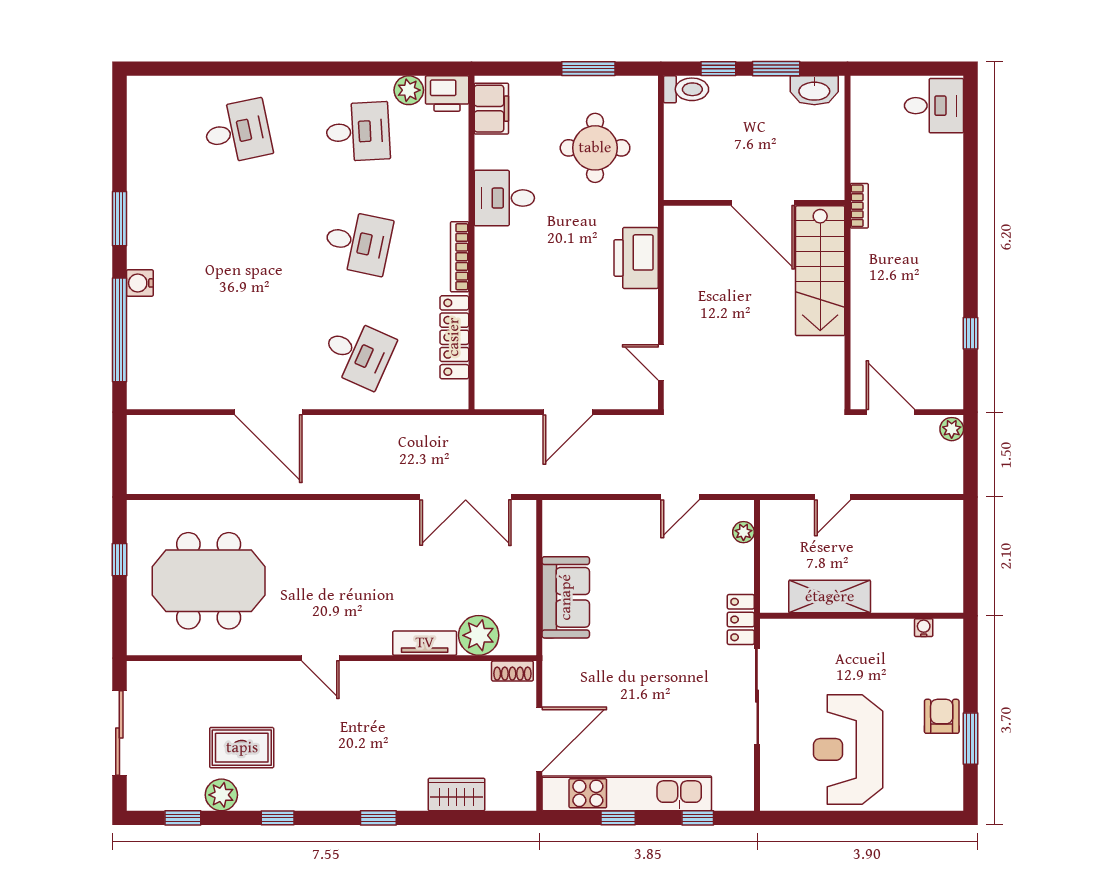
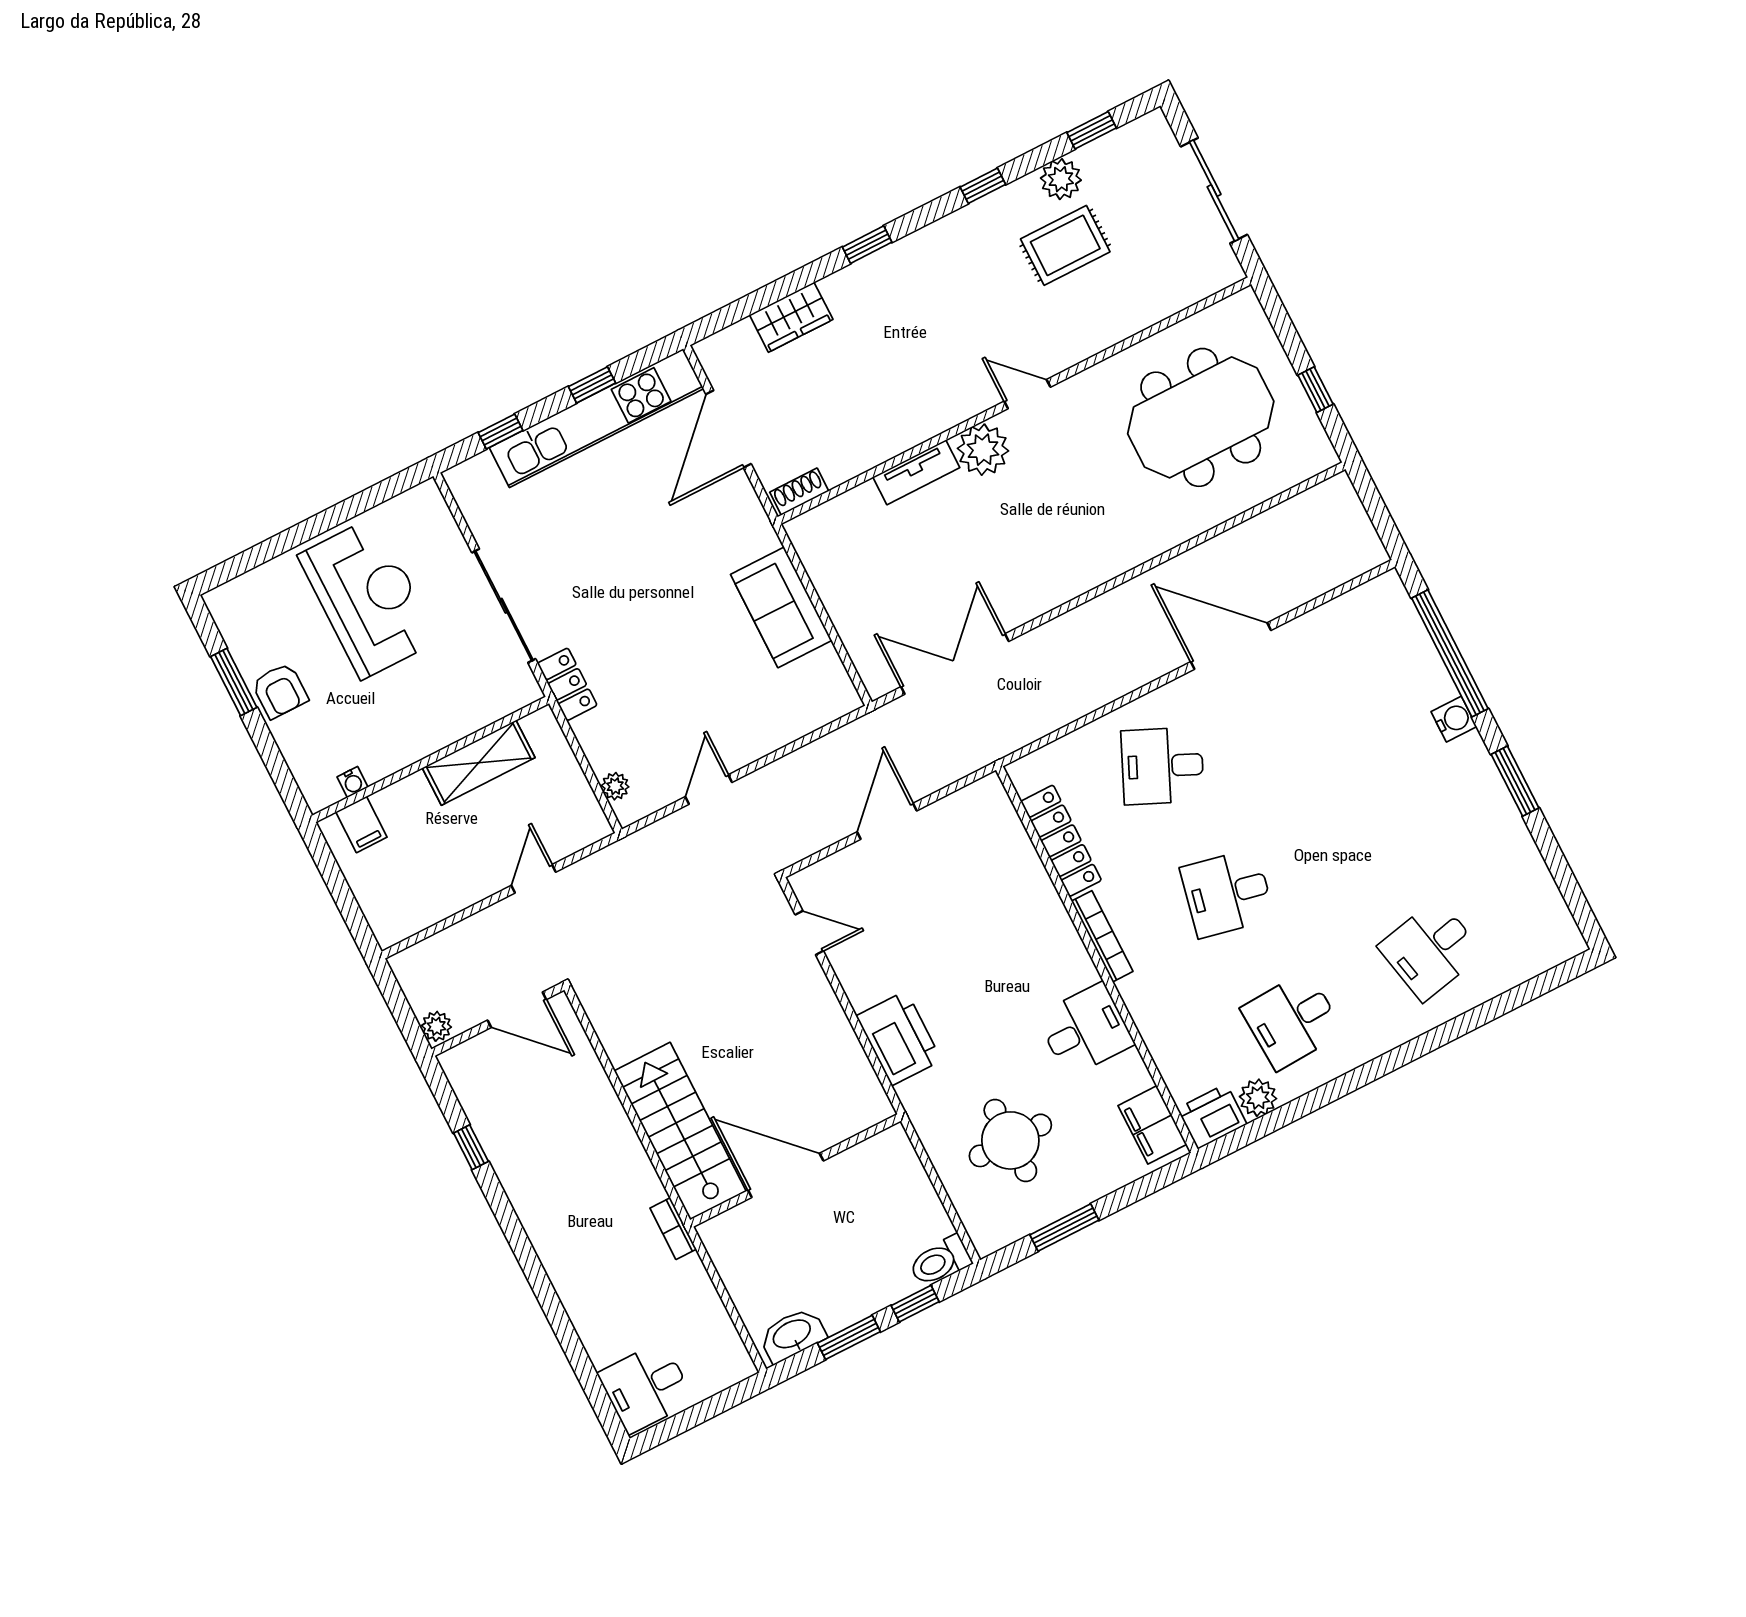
filing cabinet: (932, 595) -> (361, 825), added
plant: (479, 635) -> (983, 450), moved

